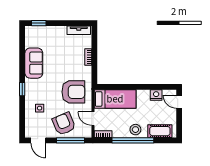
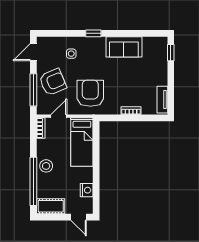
armchair: (73, 92) -> (90, 93), turned 180
door: (179, 102) -> (79, 217), swing flipped
cot: (160, 131) -> (51, 206), moved, turned 90
window: (133, 140) -> (33, 181), moved

